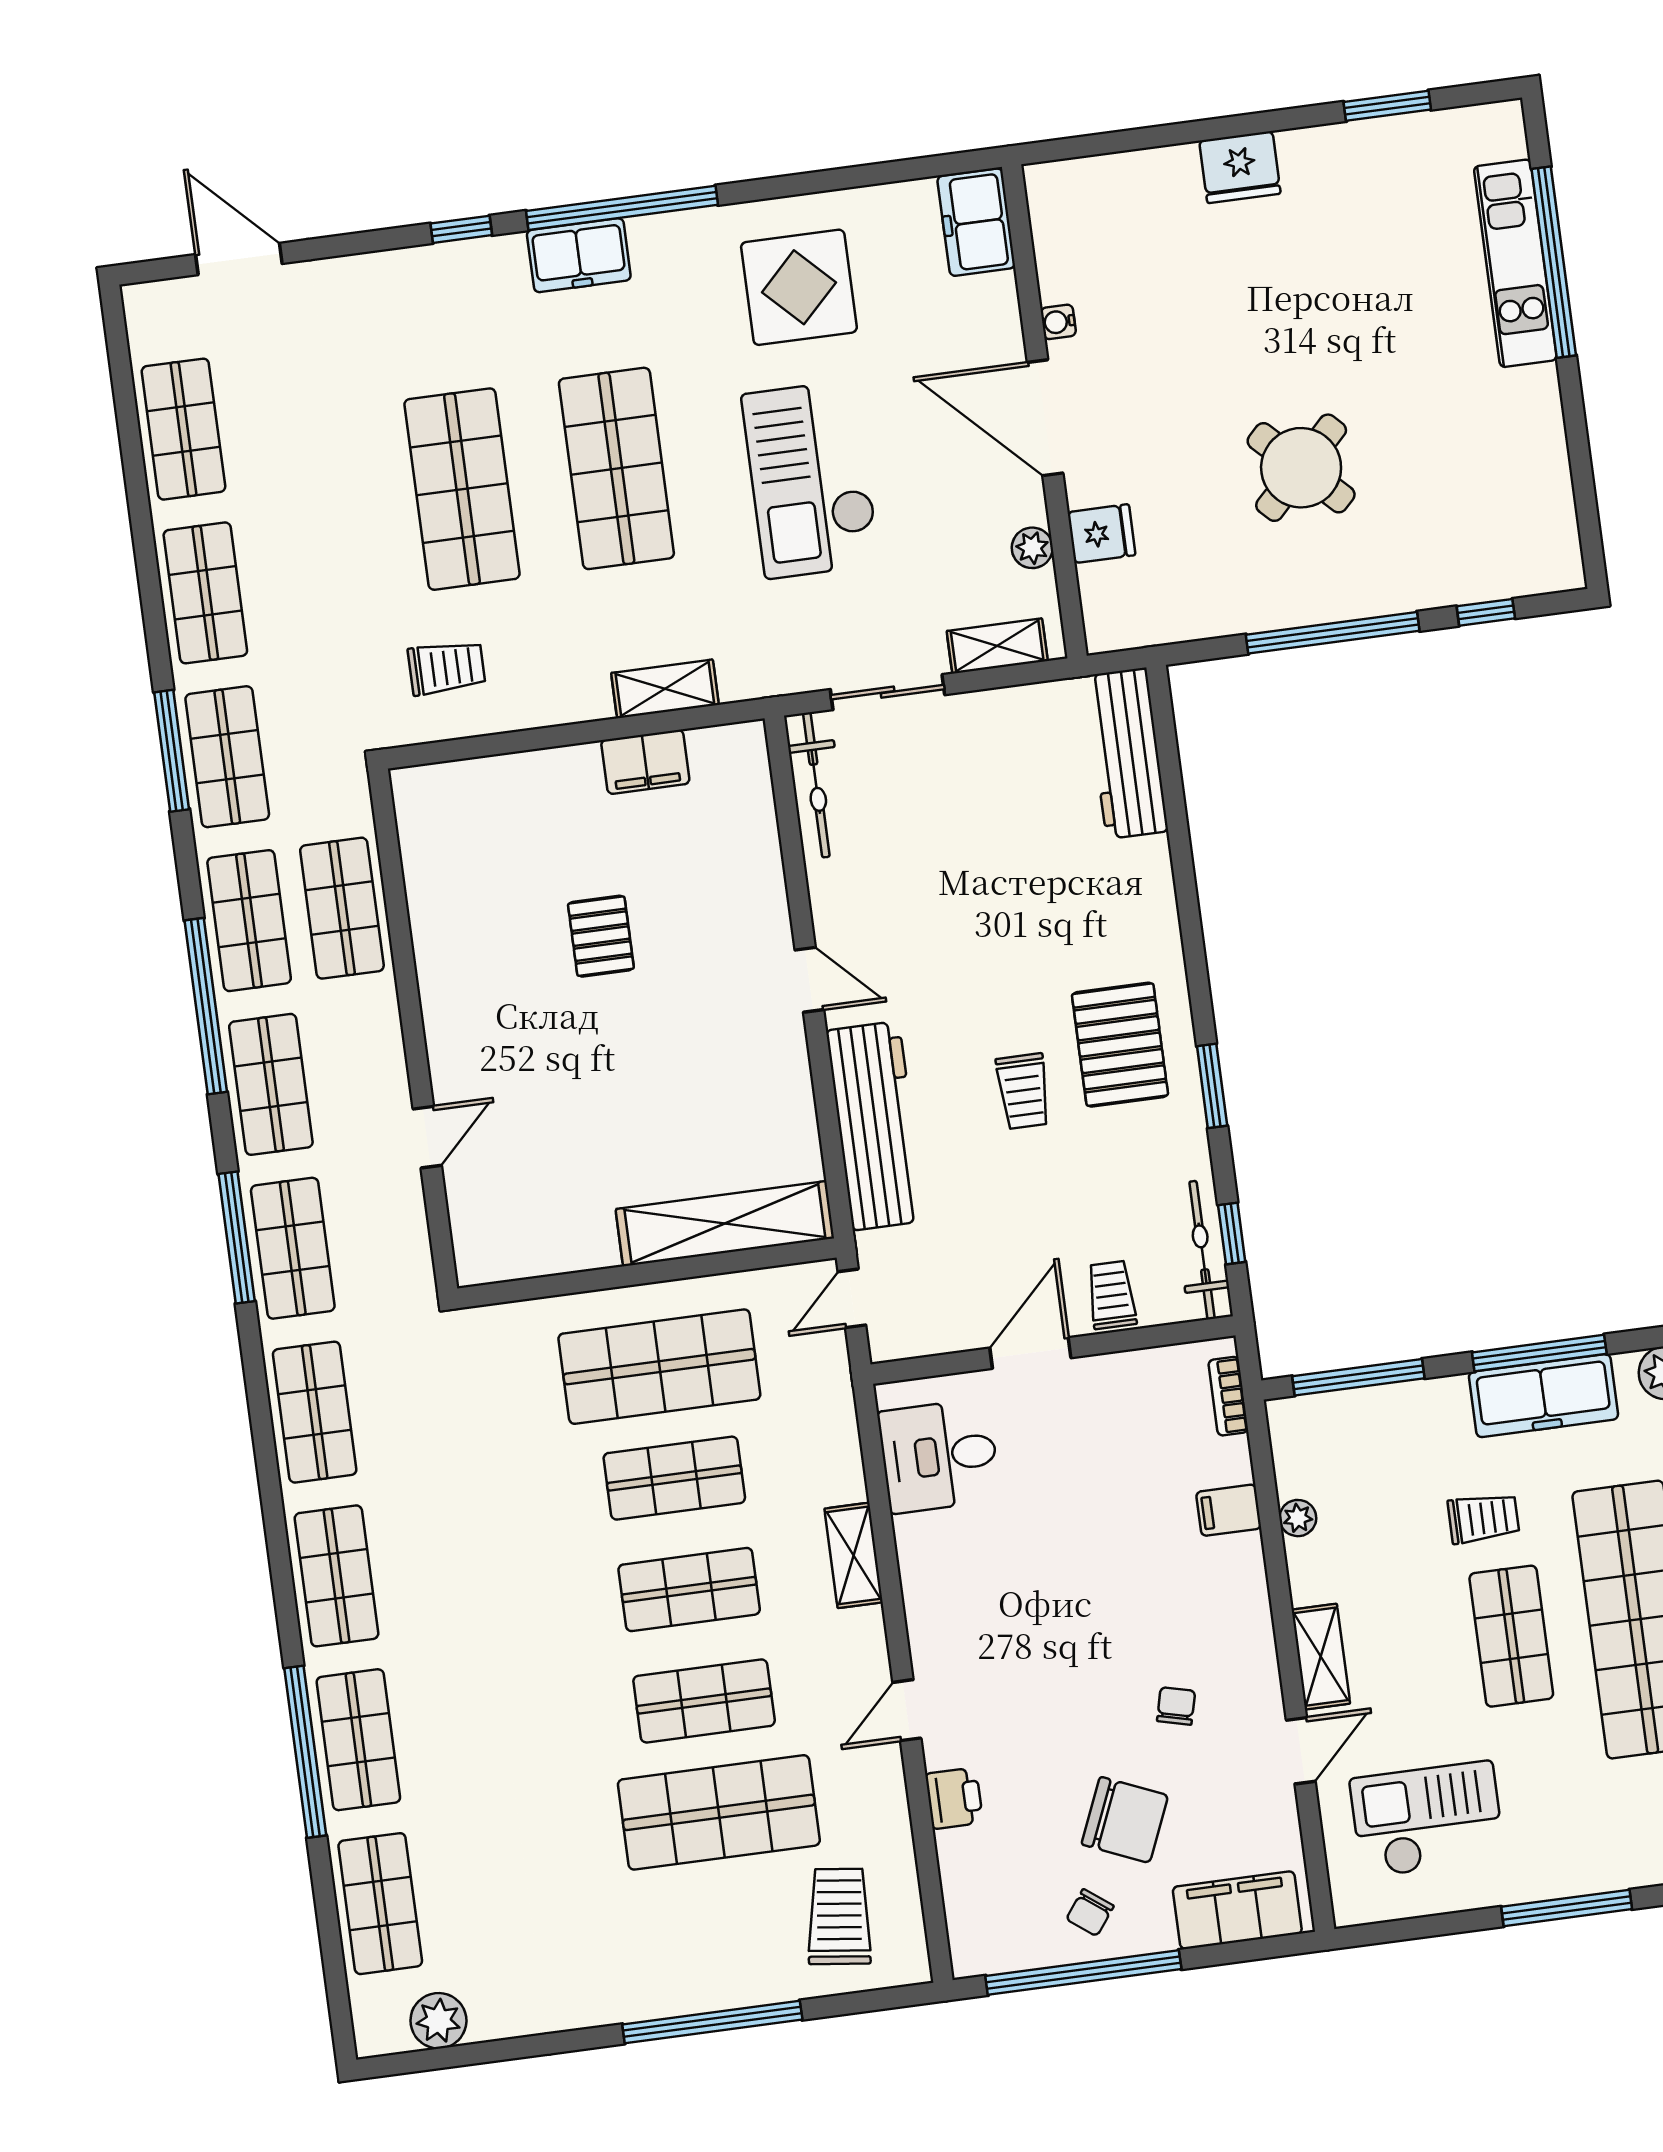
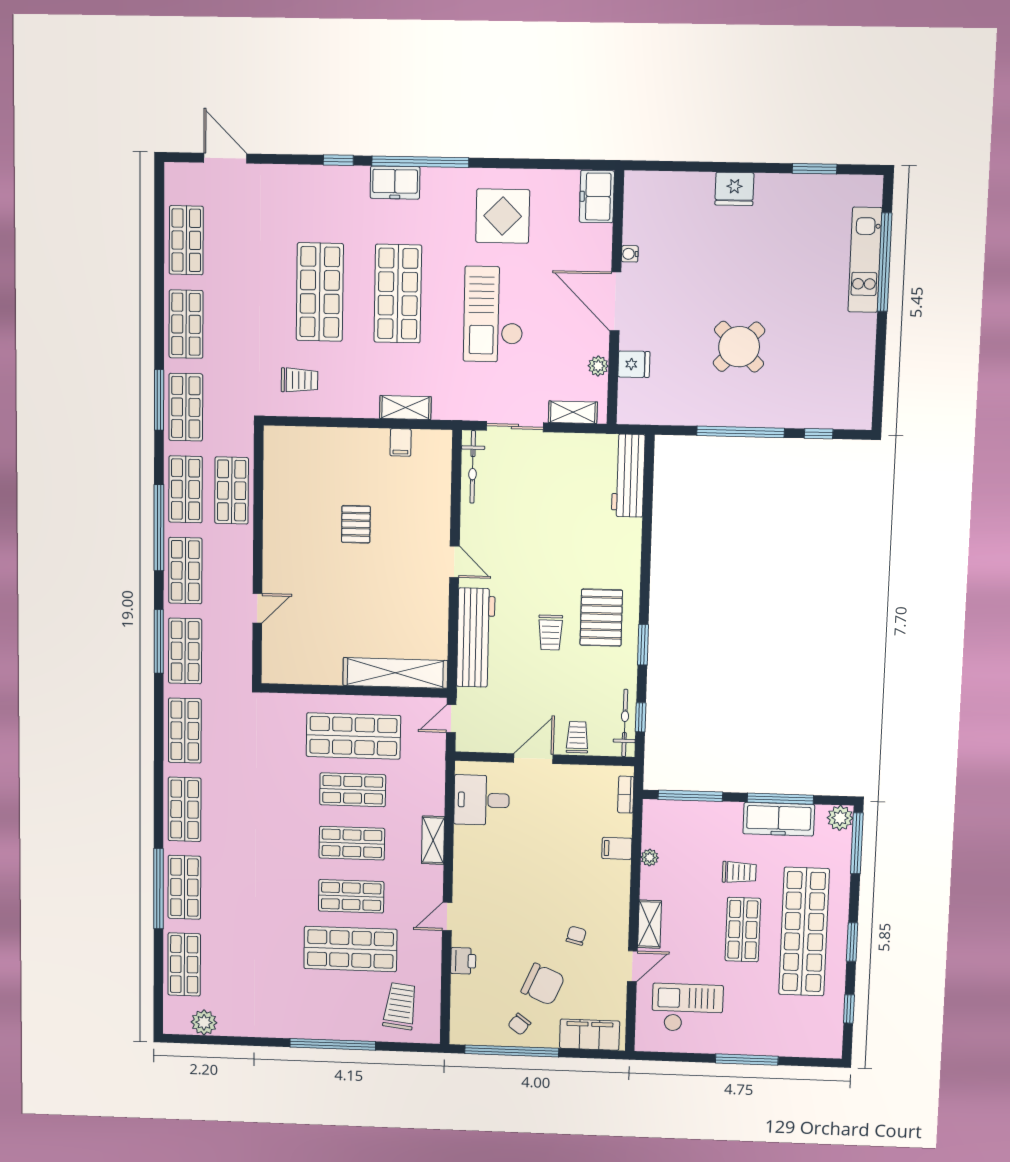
filing cabinet: (645, 762) -> (401, 442), width x0.50

